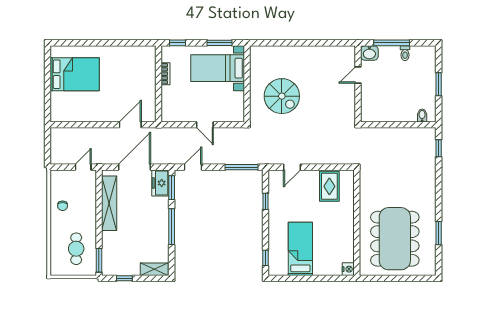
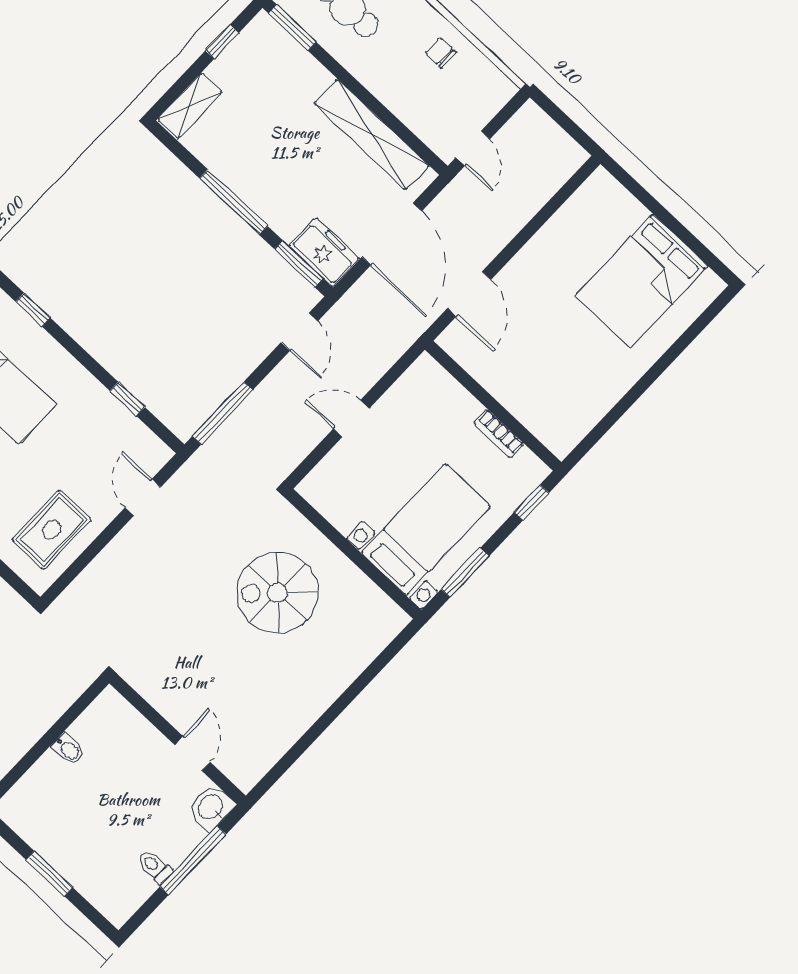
bidet: (422, 115) -> (68, 749), moved
rug: (329, 186) -> (52, 530), turned 90

